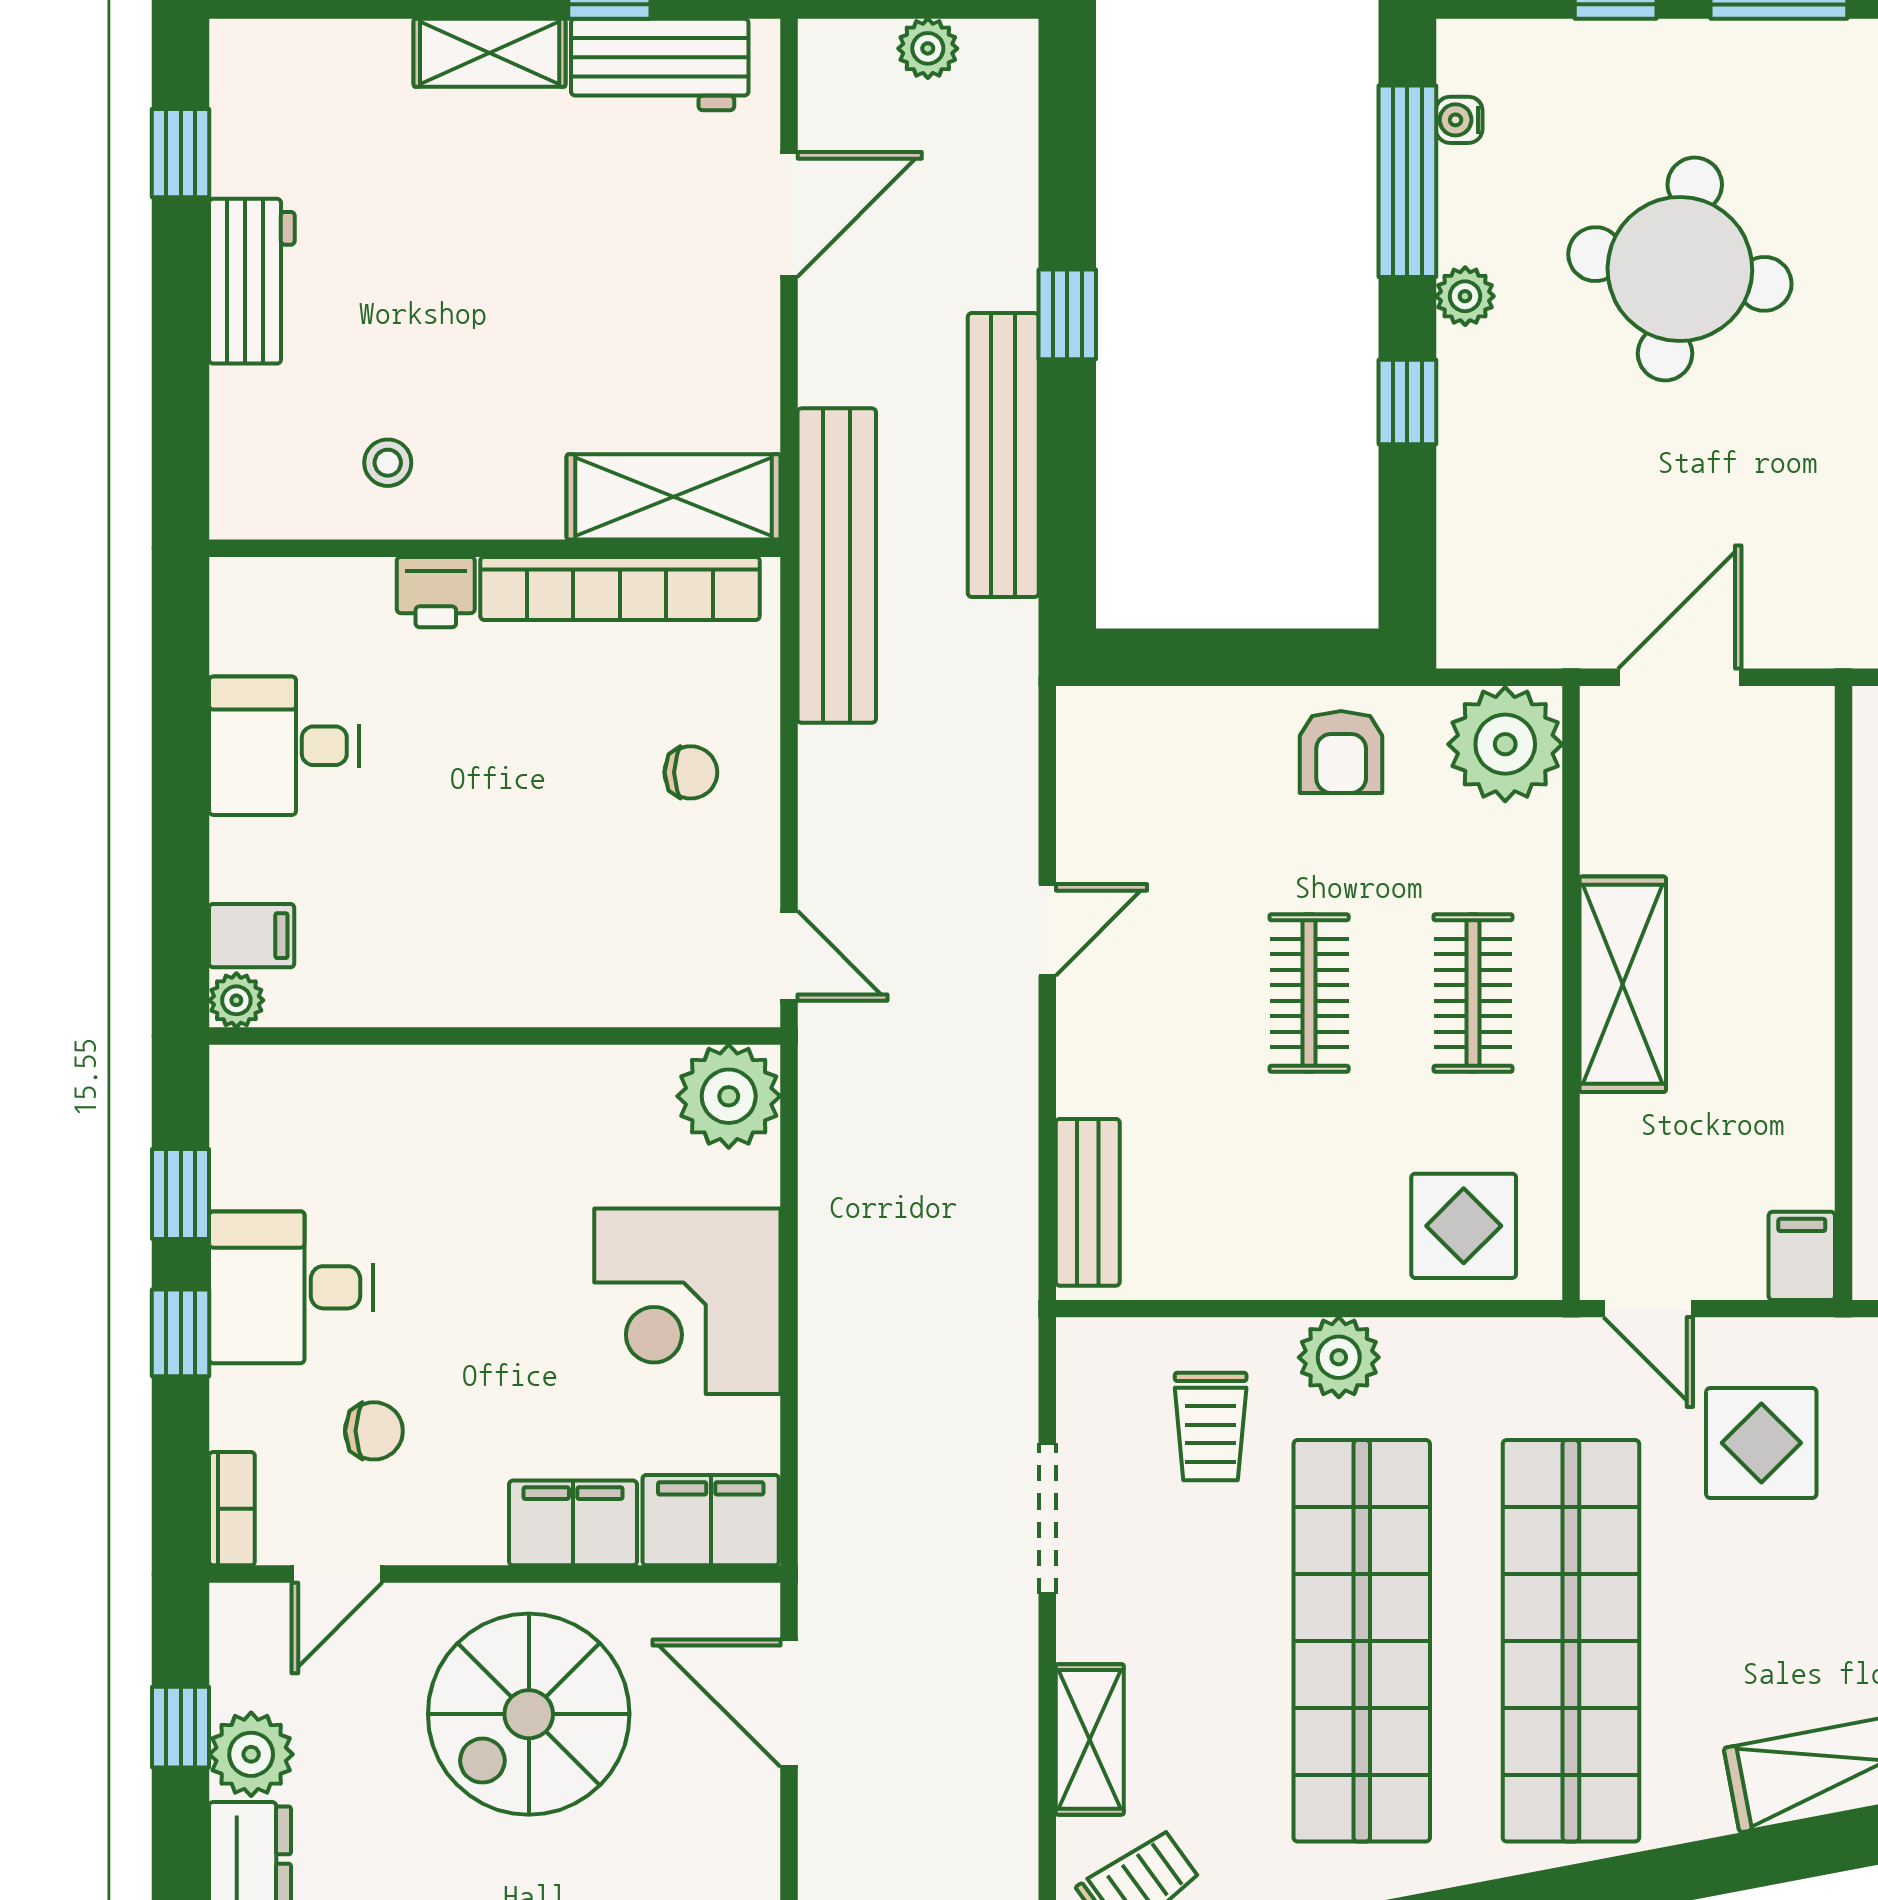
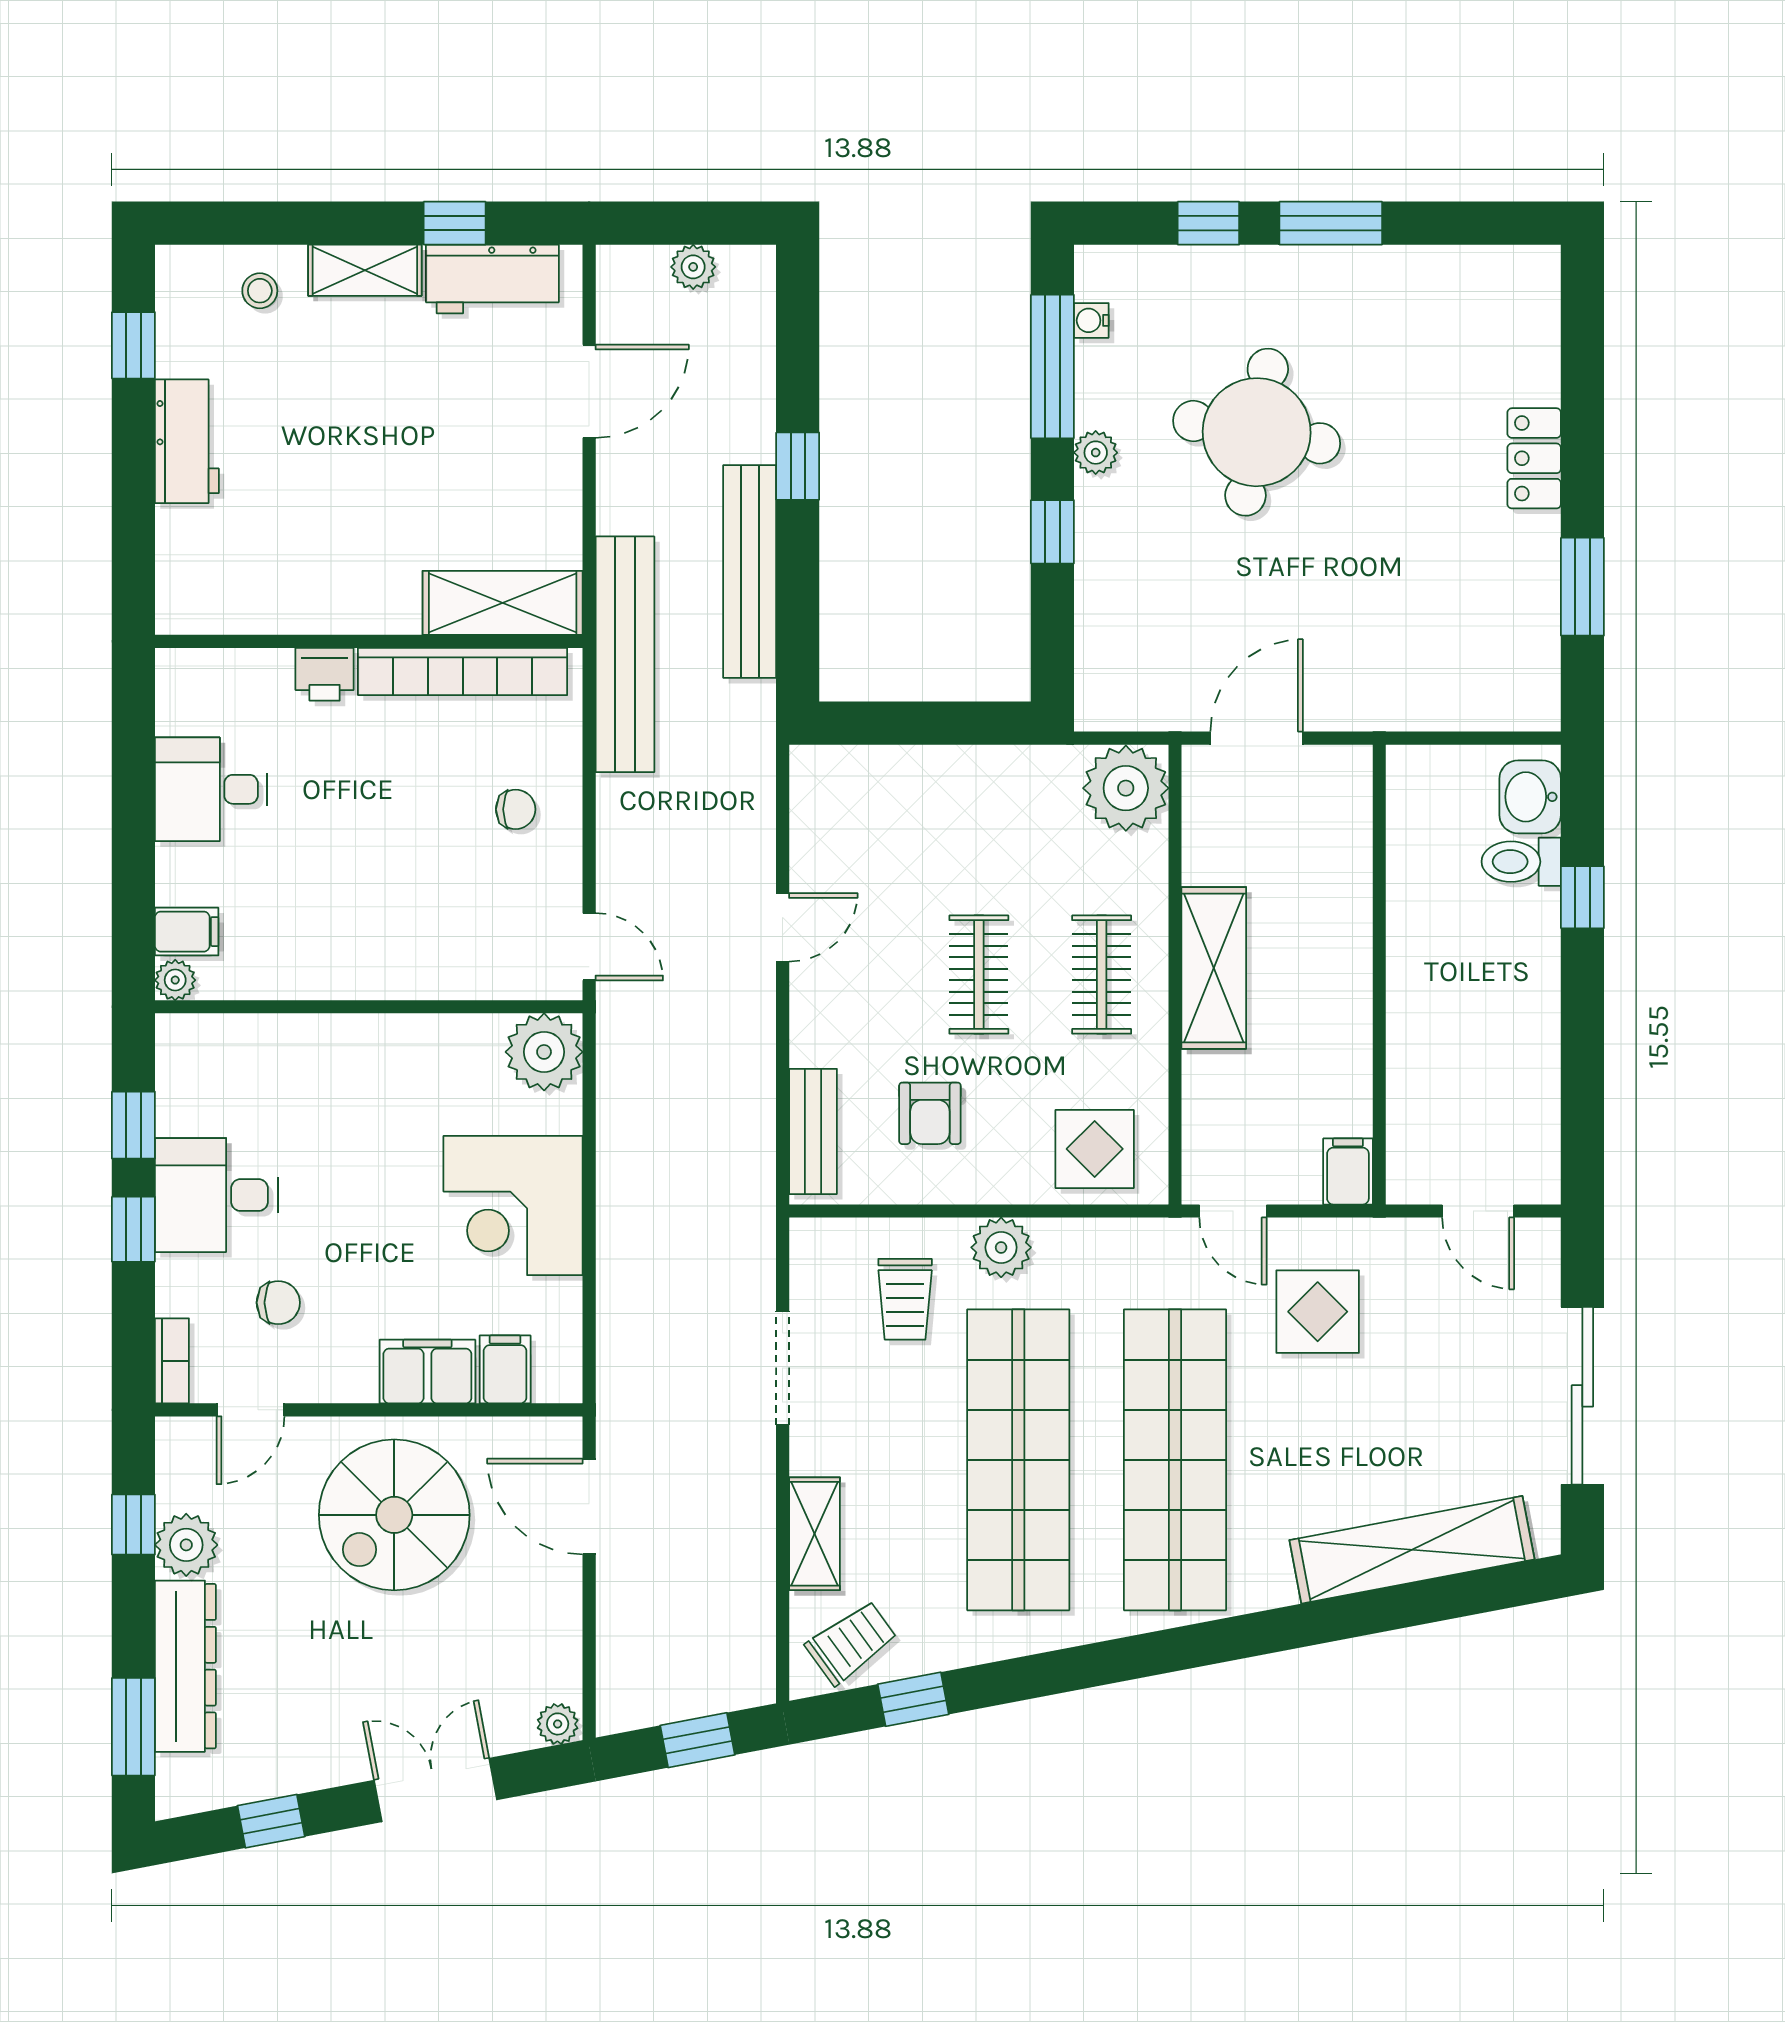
stool: (388, 463) -> (260, 291), moved
armchair: (1341, 752) -> (930, 1113), moved
filing cabinet: (711, 1520) -> (505, 1369), width x0.50

